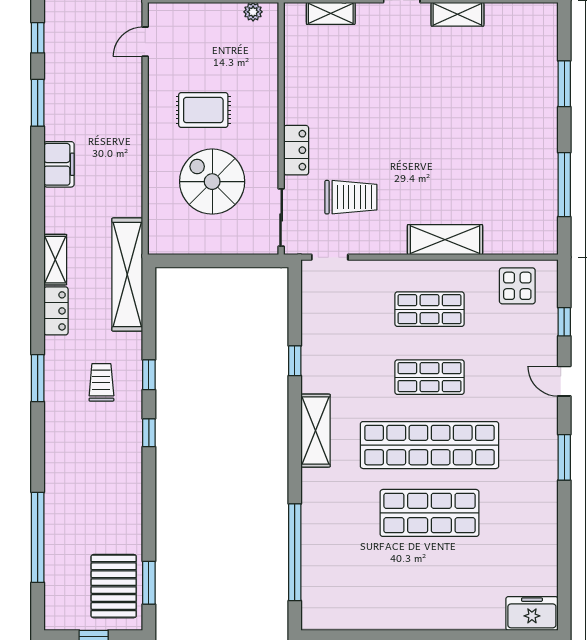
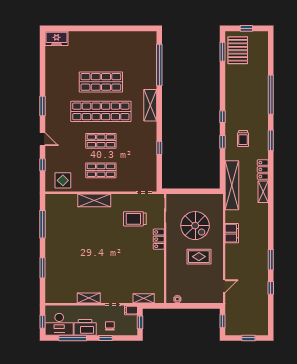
filing cabinet: (59, 164) -> (232, 233), moved, turned 180
shelving: (316, 431) -> (150, 105), moved
window: (38, 537) -> (271, 95), moved

